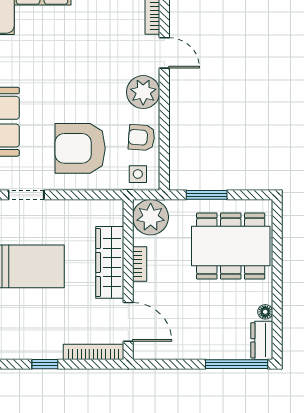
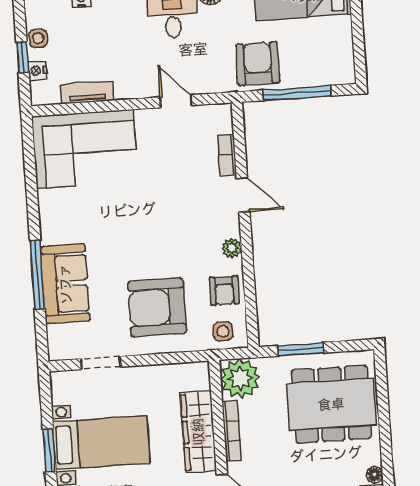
plant: (143, 92) -> (232, 248), width x0.53, depth x0.53
armchair: (142, 138) -> (224, 291), turned -94
bookcase: (140, 264) -> (232, 431), width x1.56

